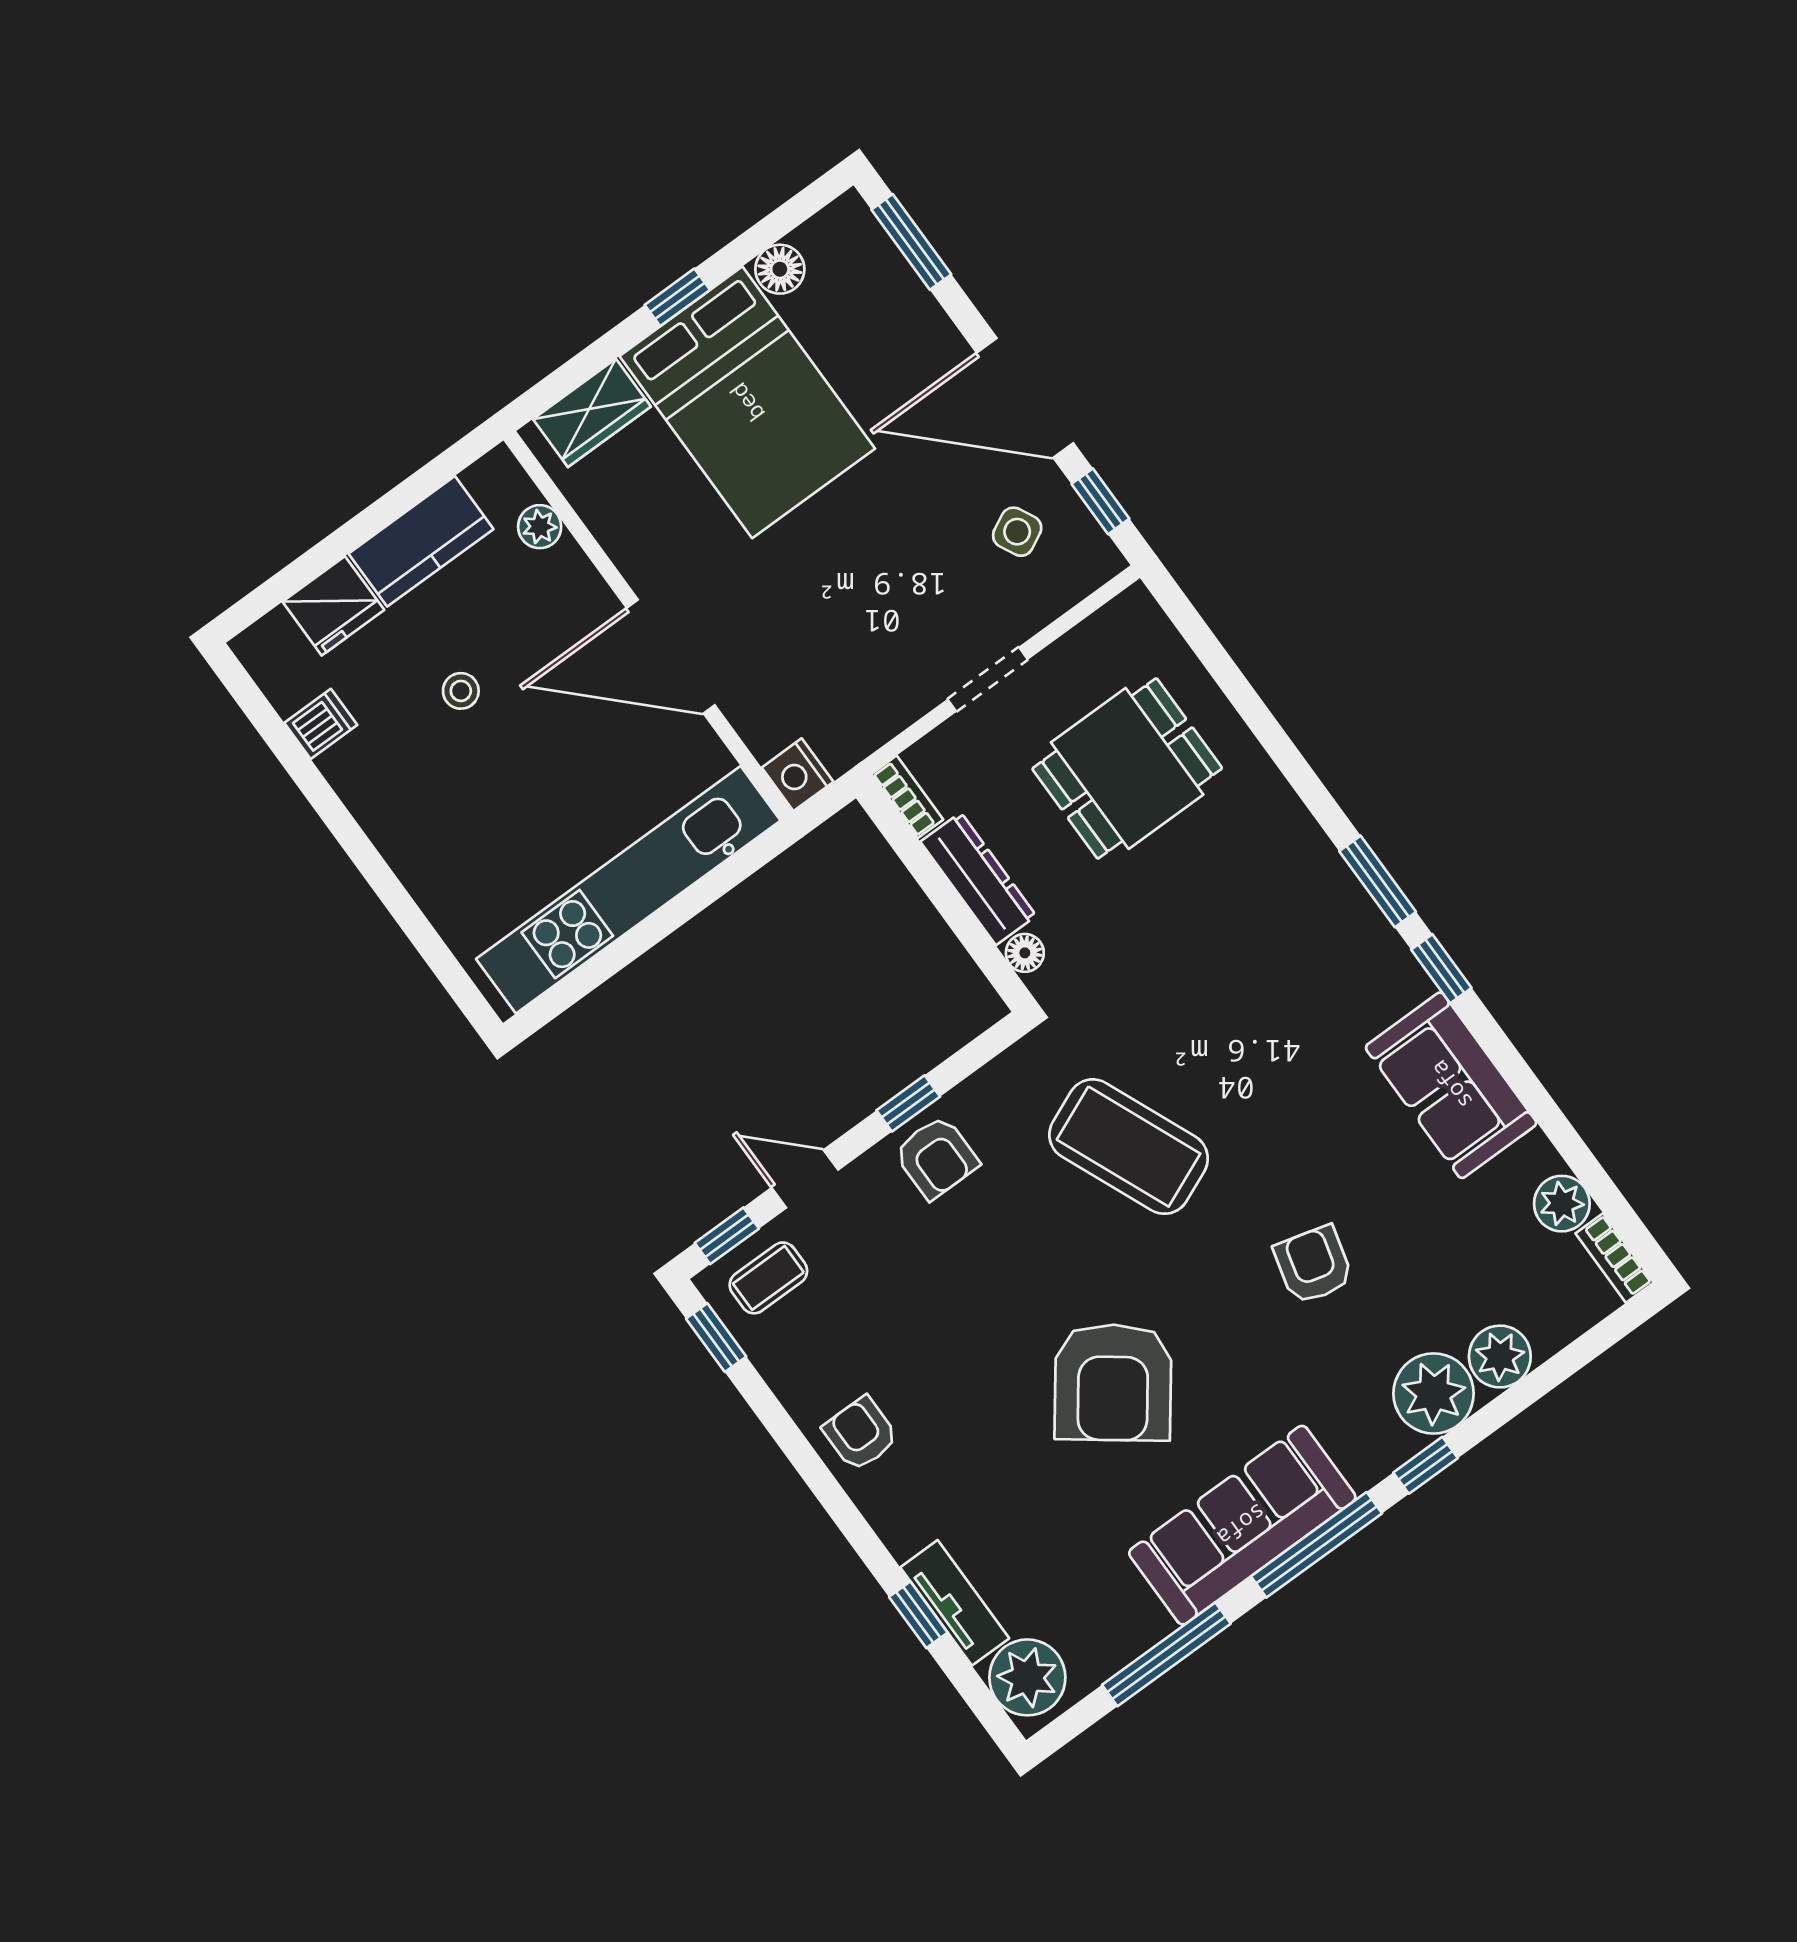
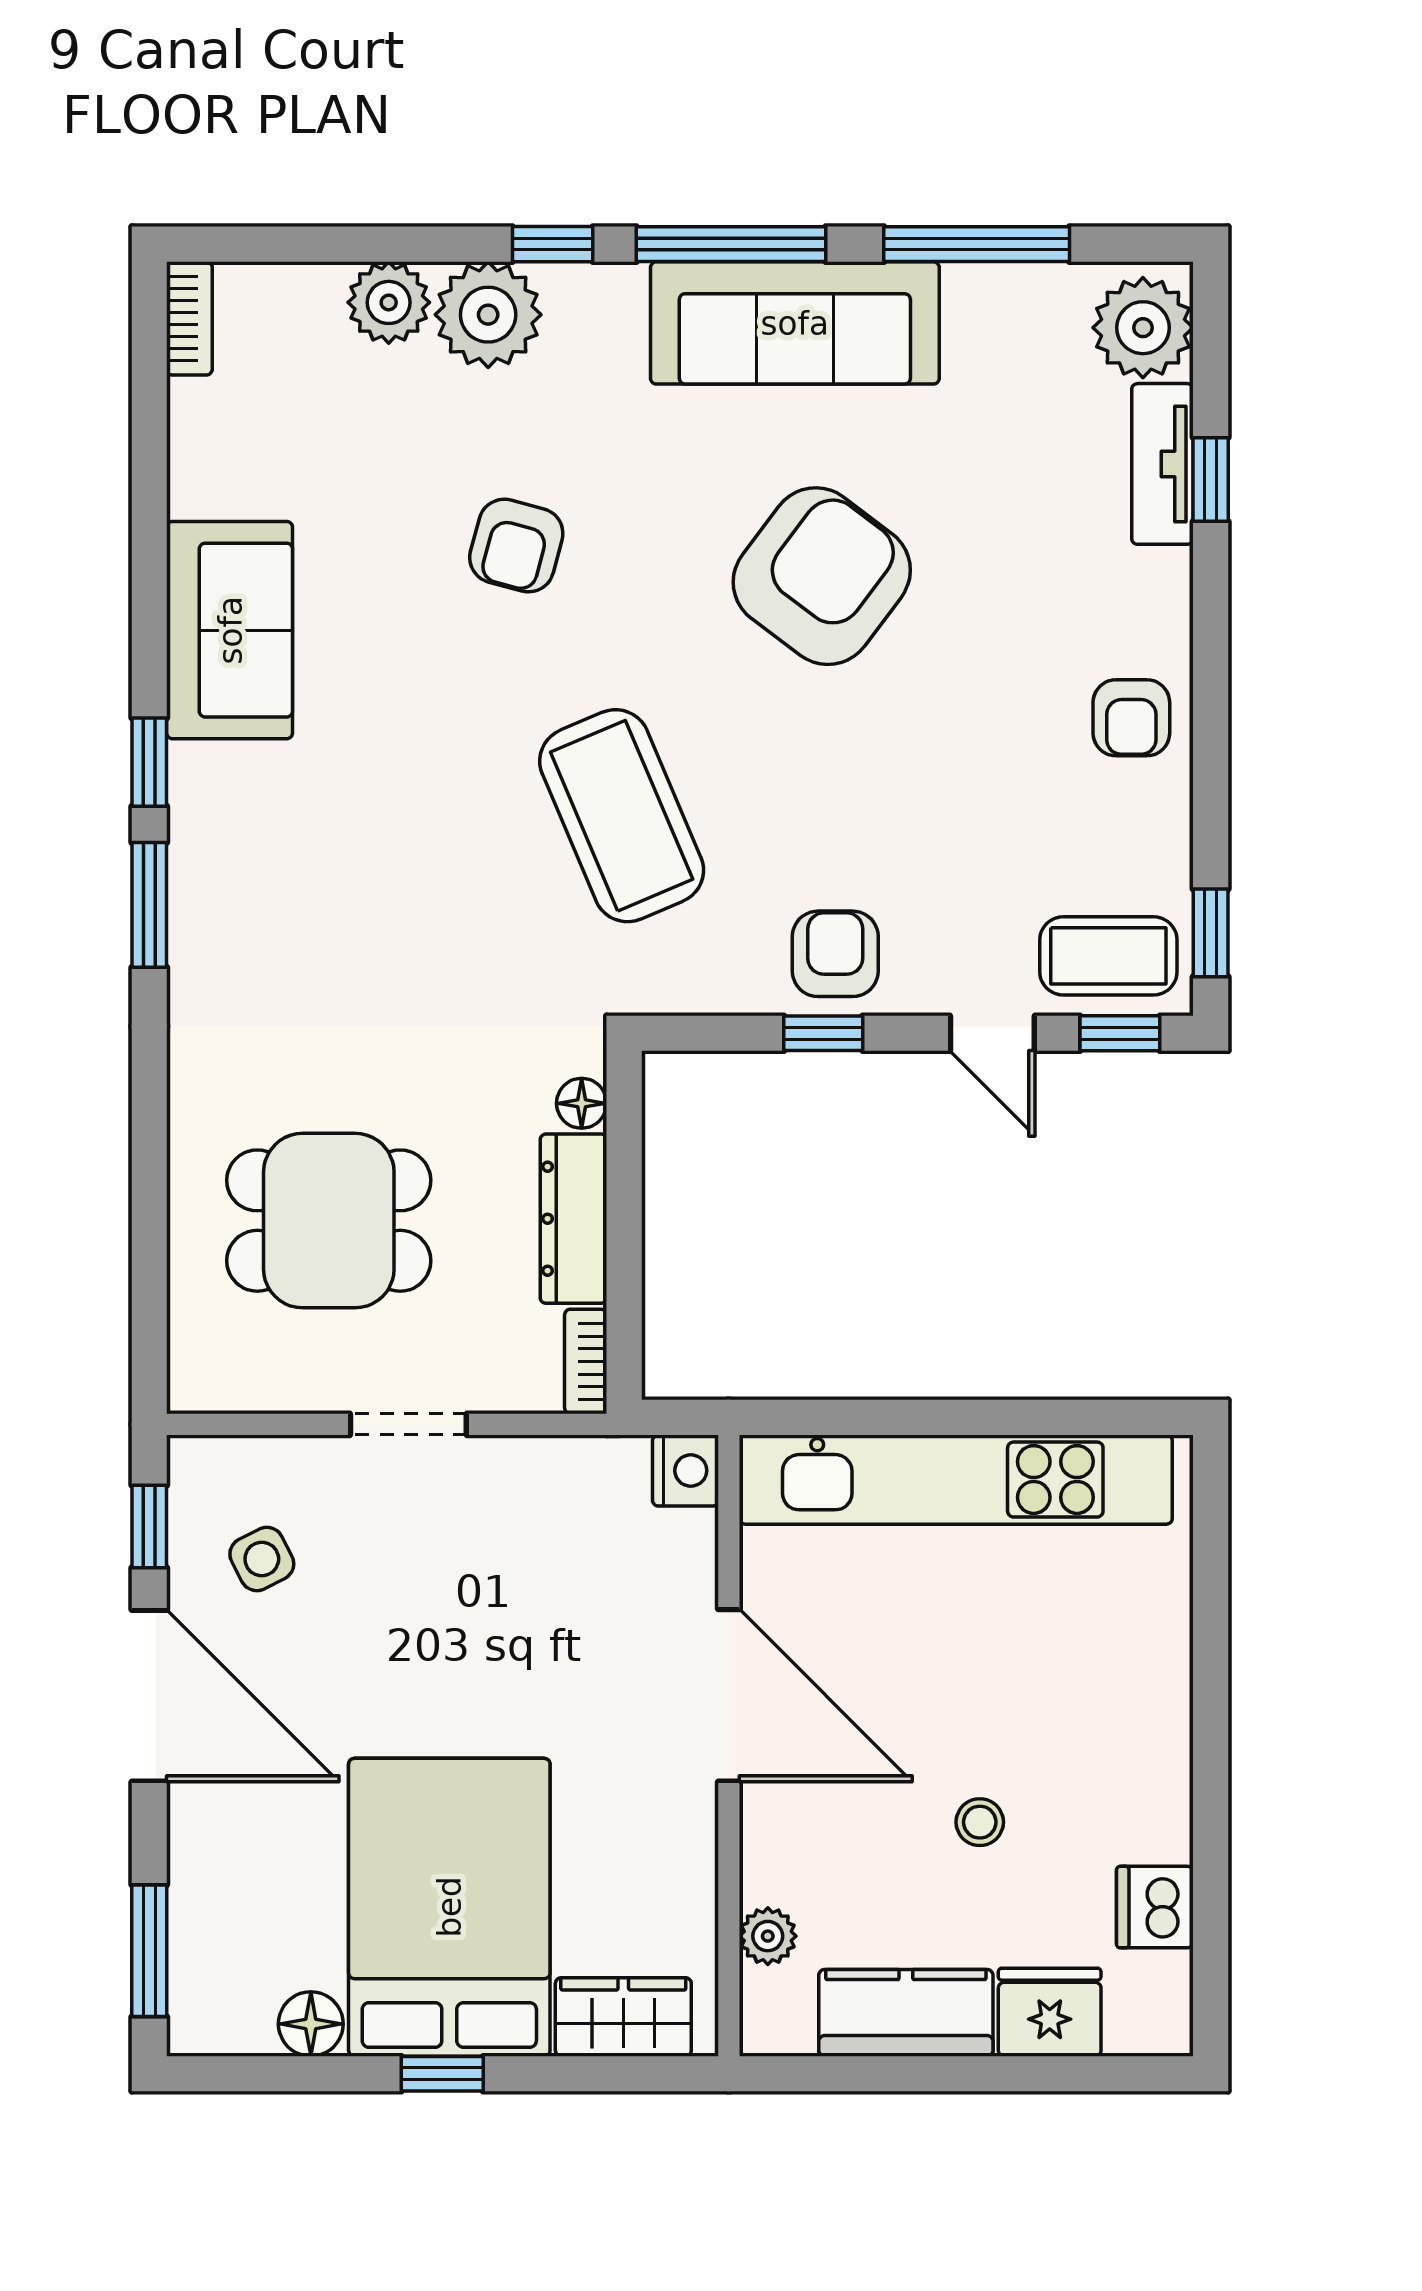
dishwasher: (321, 724) -> (1155, 1907), width x1.38
plant: (1562, 1204) -> (203, 417), removed
coffee table: (768, 1278) -> (1108, 956), width x1.36, depth x1.30

